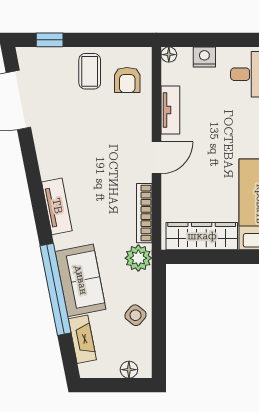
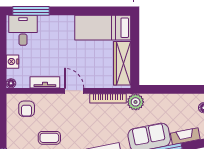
coffee table: (90, 71) -> (49, 138), moved
armchair: (127, 80) -> (27, 109), turned 90
side table: (136, 315) -> (171, 104), removed

